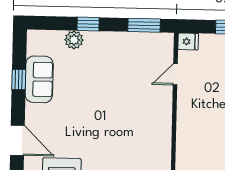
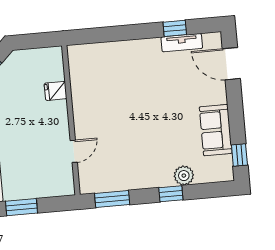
fridge: (188, 41) -> (55, 91), moved
window: (19, 79) -> (239, 155), moved

